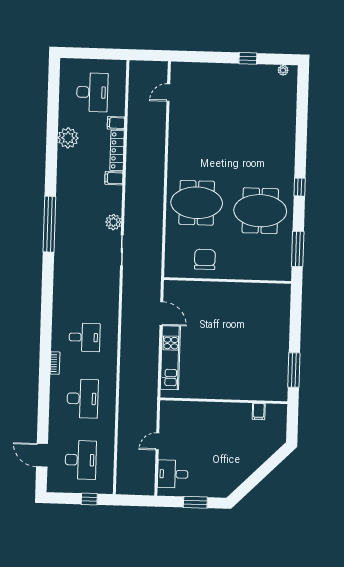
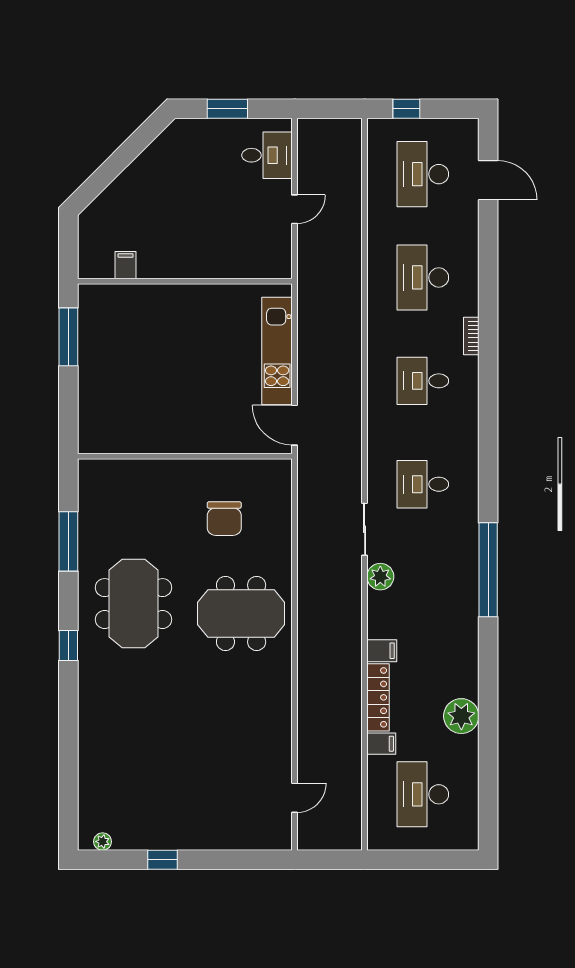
meeting table: (260, 211) -> (134, 604), turned 90
desk: (86, 276) -> (423, 484), added
wall: (228, 280) -> (185, 456), moved

